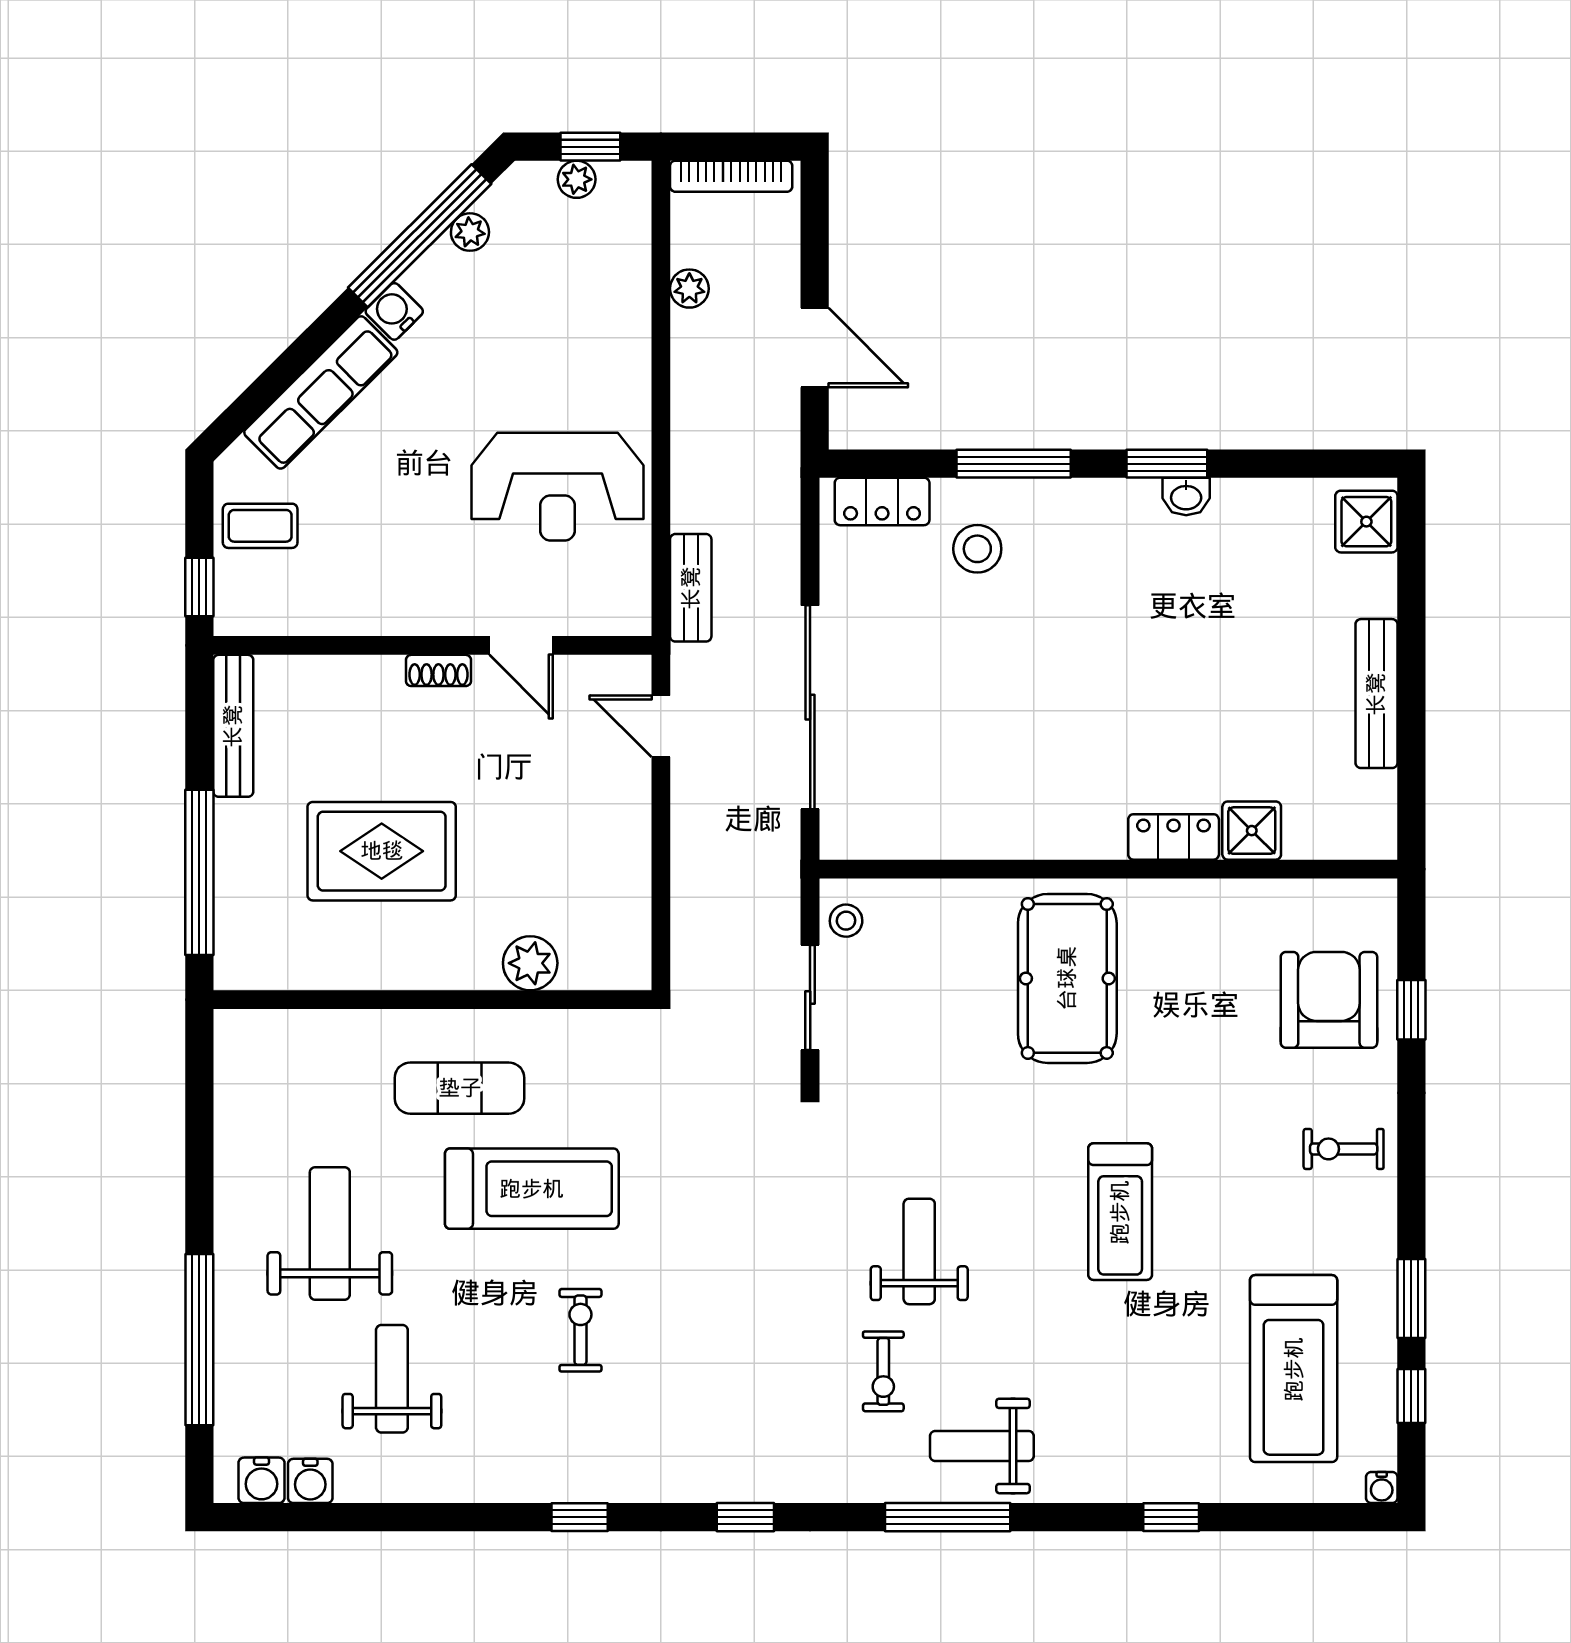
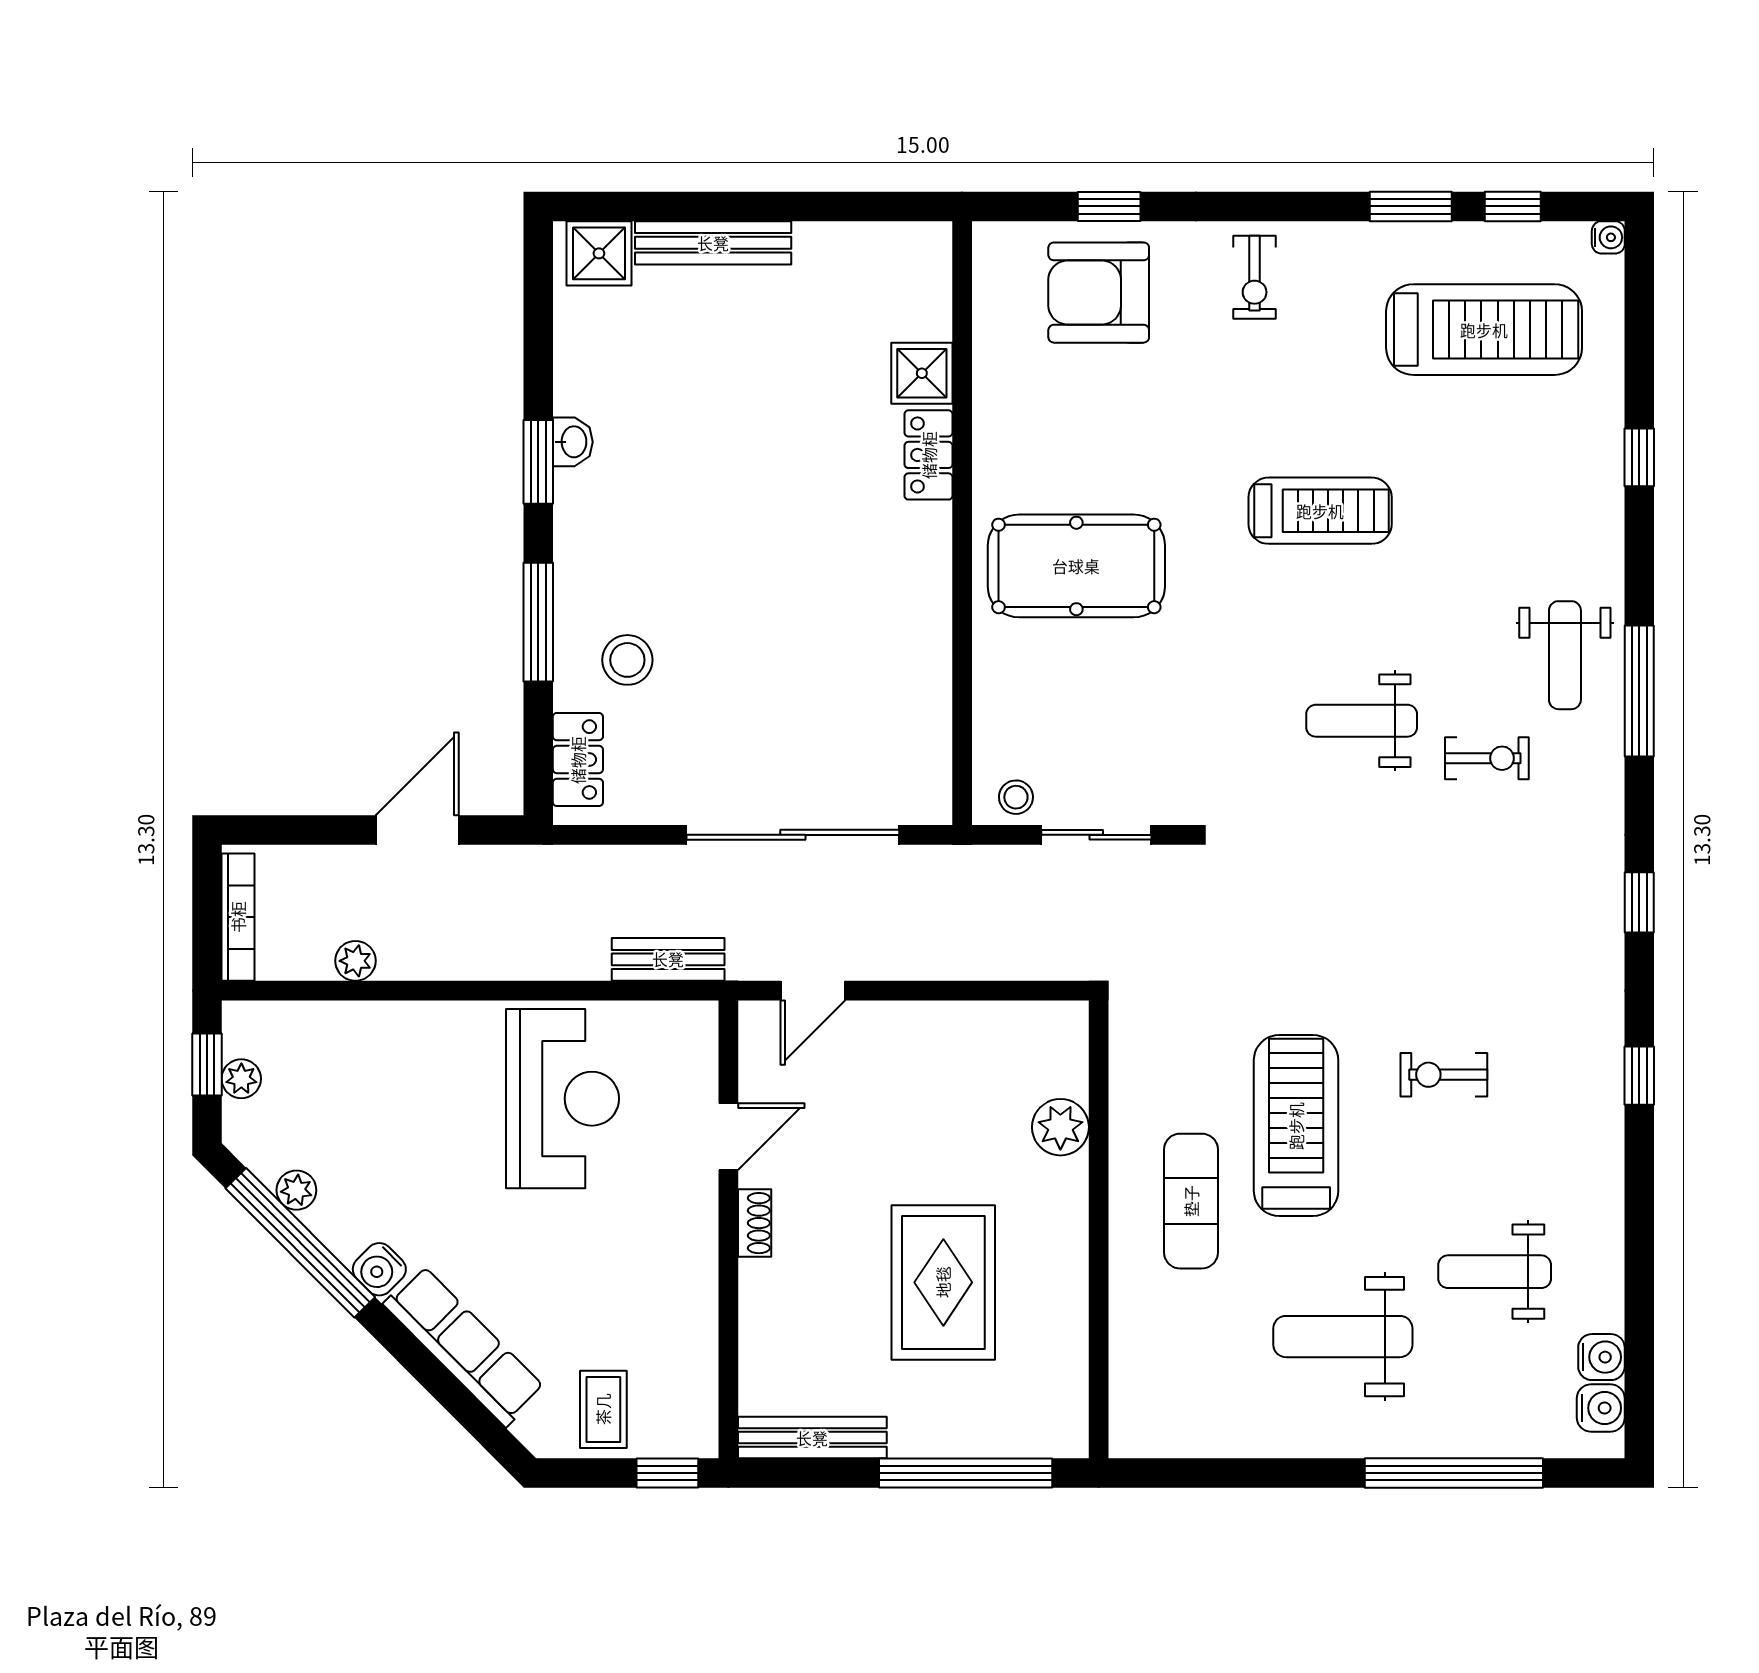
bench: (1376, 694) -> (713, 243), moved

